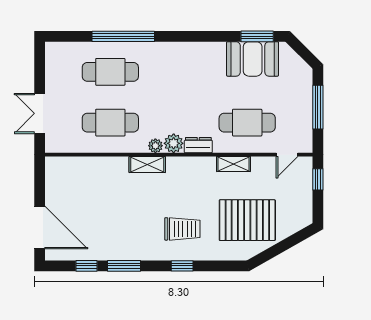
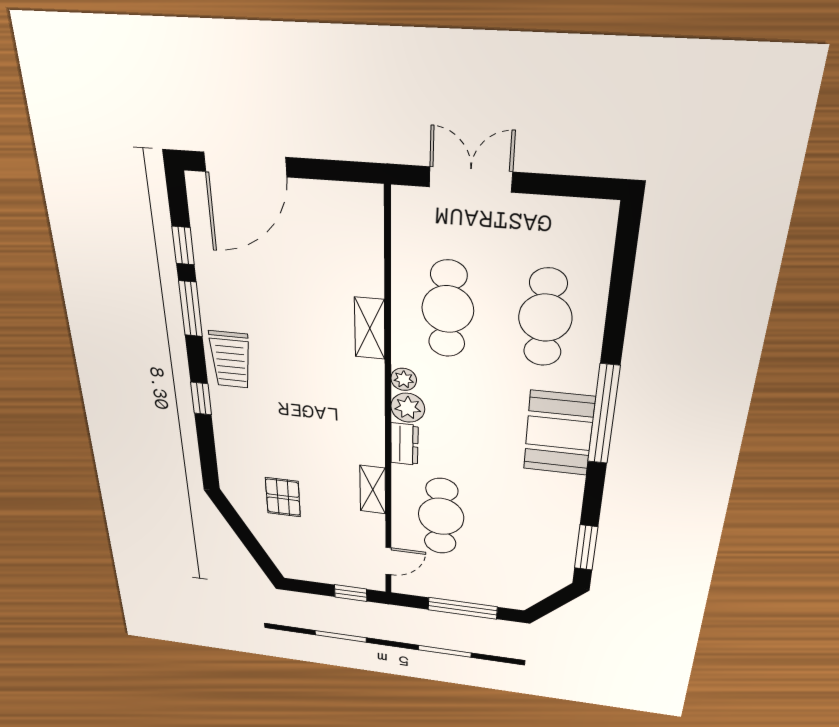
window: (123, 36) -> (604, 415), moved
booth: (253, 59) -> (559, 433), moved
door: (287, 155) -> (388, 561), swing flipped
shelving: (147, 164) -> (370, 328), moved
pallet: (247, 220) -> (283, 497), width x0.49, depth x0.50
trolley: (182, 229) -> (230, 360), moved

